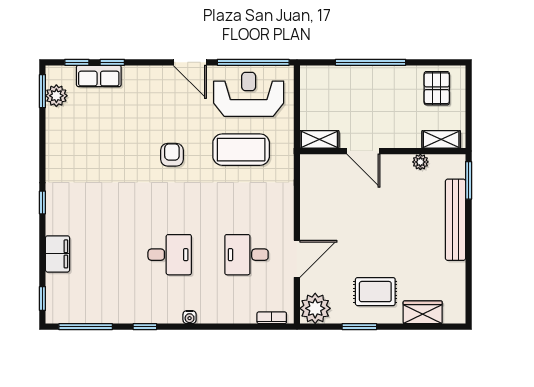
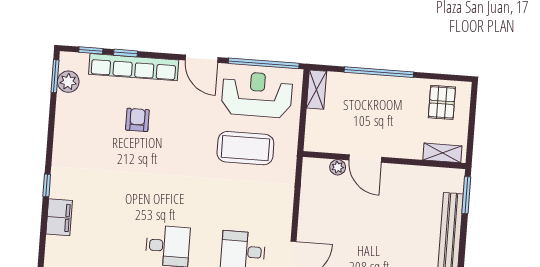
row of seats: (99, 76) -> (134, 67), width x2.02
shelving: (319, 139) -> (316, 90), moved, turned 90
armchair: (172, 155) -> (137, 120), moved
plant: (420, 162) -> (338, 167), moved
filing cabinet: (57, 254) -> (59, 217), moved

